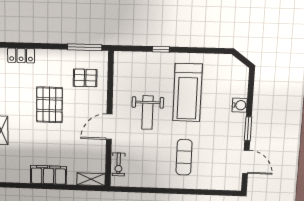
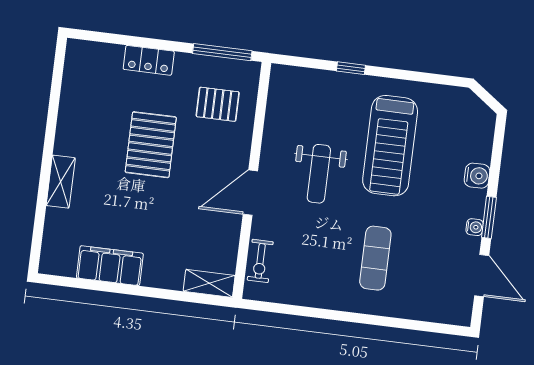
locker: (21, 55) -> (149, 60), moved
water cooler: (240, 135) -> (475, 227), added
filing cabinet: (48, 175) -> (110, 266), moved

